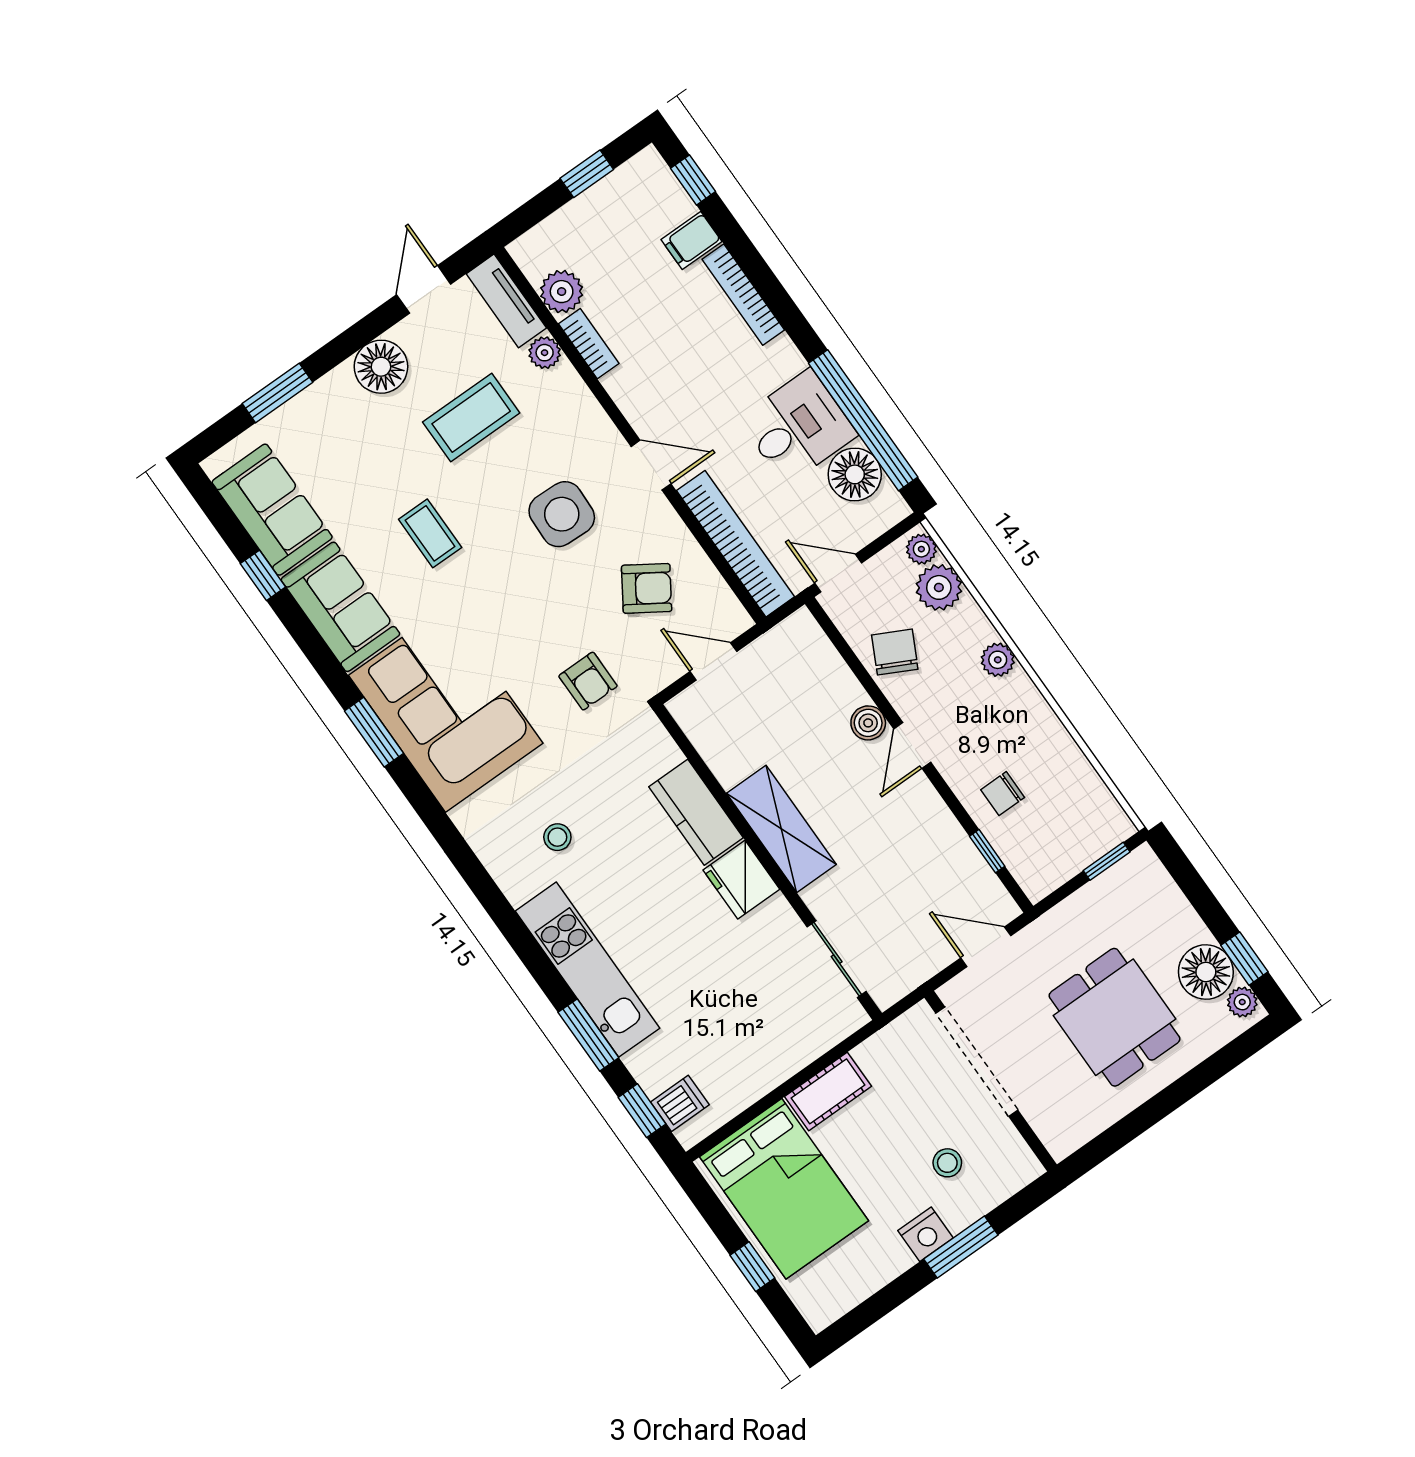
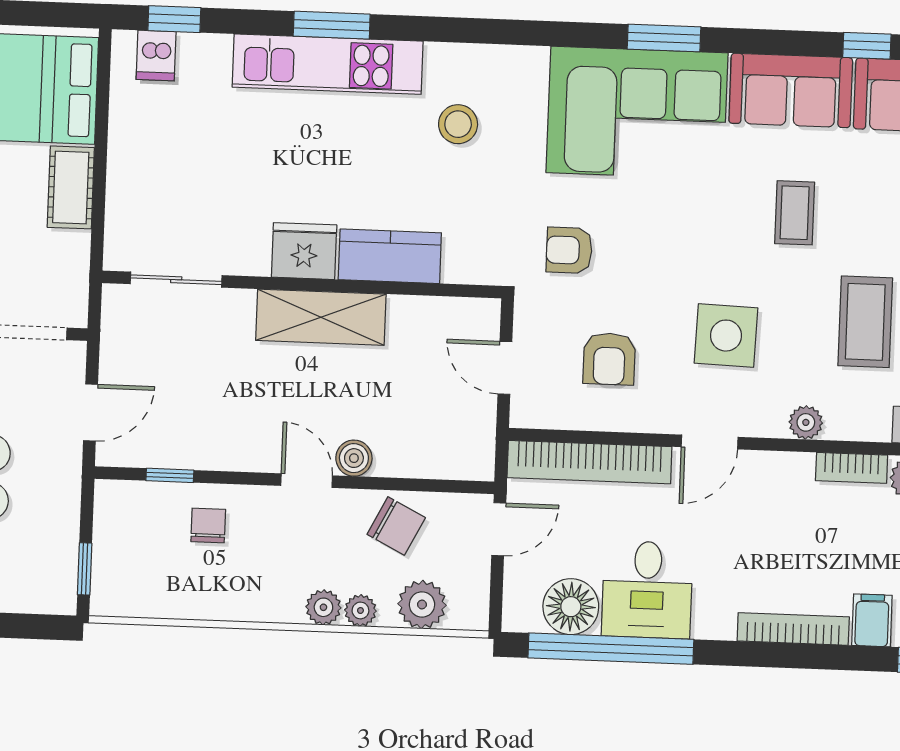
plant: (545, 353) -> (806, 422), moved
coffee table: (430, 533) -> (795, 213), turned 90
plant: (921, 549) -> (360, 610), moved
armchair: (647, 588) -> (609, 359), turned -33
door: (713, 662) -> (505, 368), swing flipped
stool: (557, 837) -> (458, 124), width x1.37, depth x1.37
window: (588, 1035) -> (332, 25), moved

